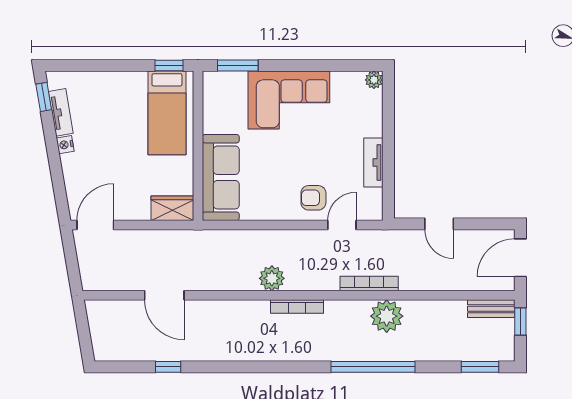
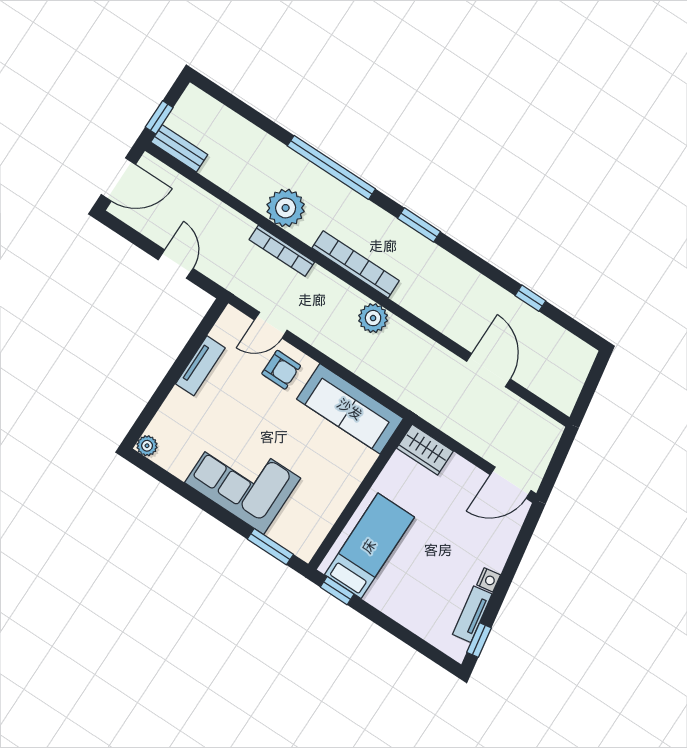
sofa: (221, 177) -> (350, 409), moved, turned -90
bookcase: (297, 307) -> (356, 264), width x1.48, depth x1.31
window: (480, 367) -> (419, 225), moved

